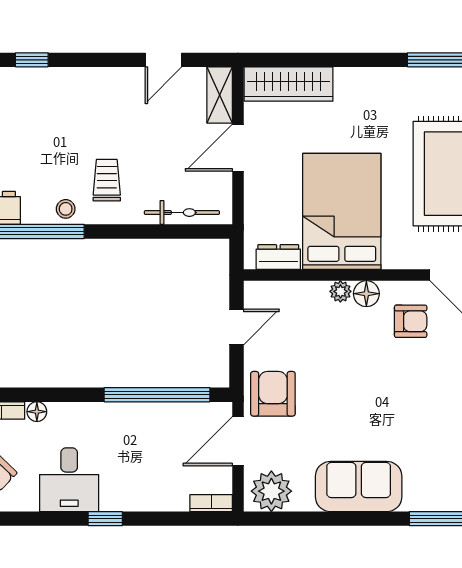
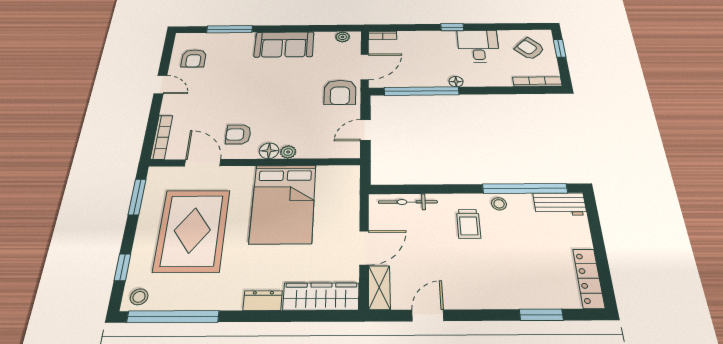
window: (32, 60) -> (541, 315), width x1.50
dresser: (278, 257) -> (263, 301), moved, turned 180
floor lamp: (37, 412) -> (456, 82), moved
plant: (271, 491) -> (343, 37), width x0.53, depth x0.53

